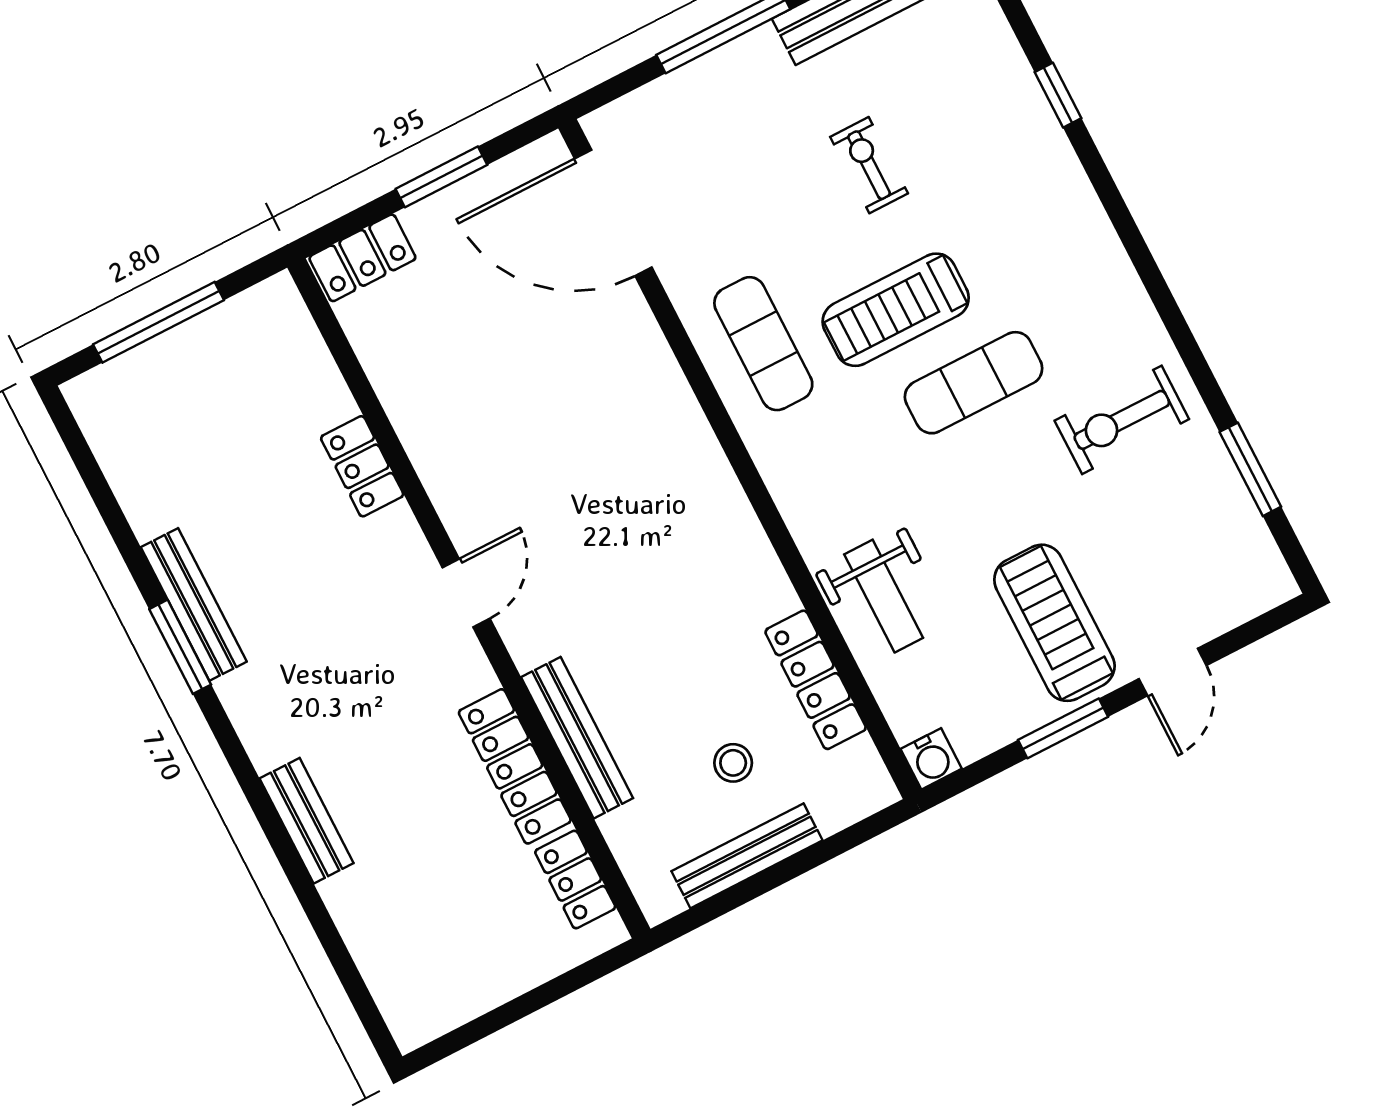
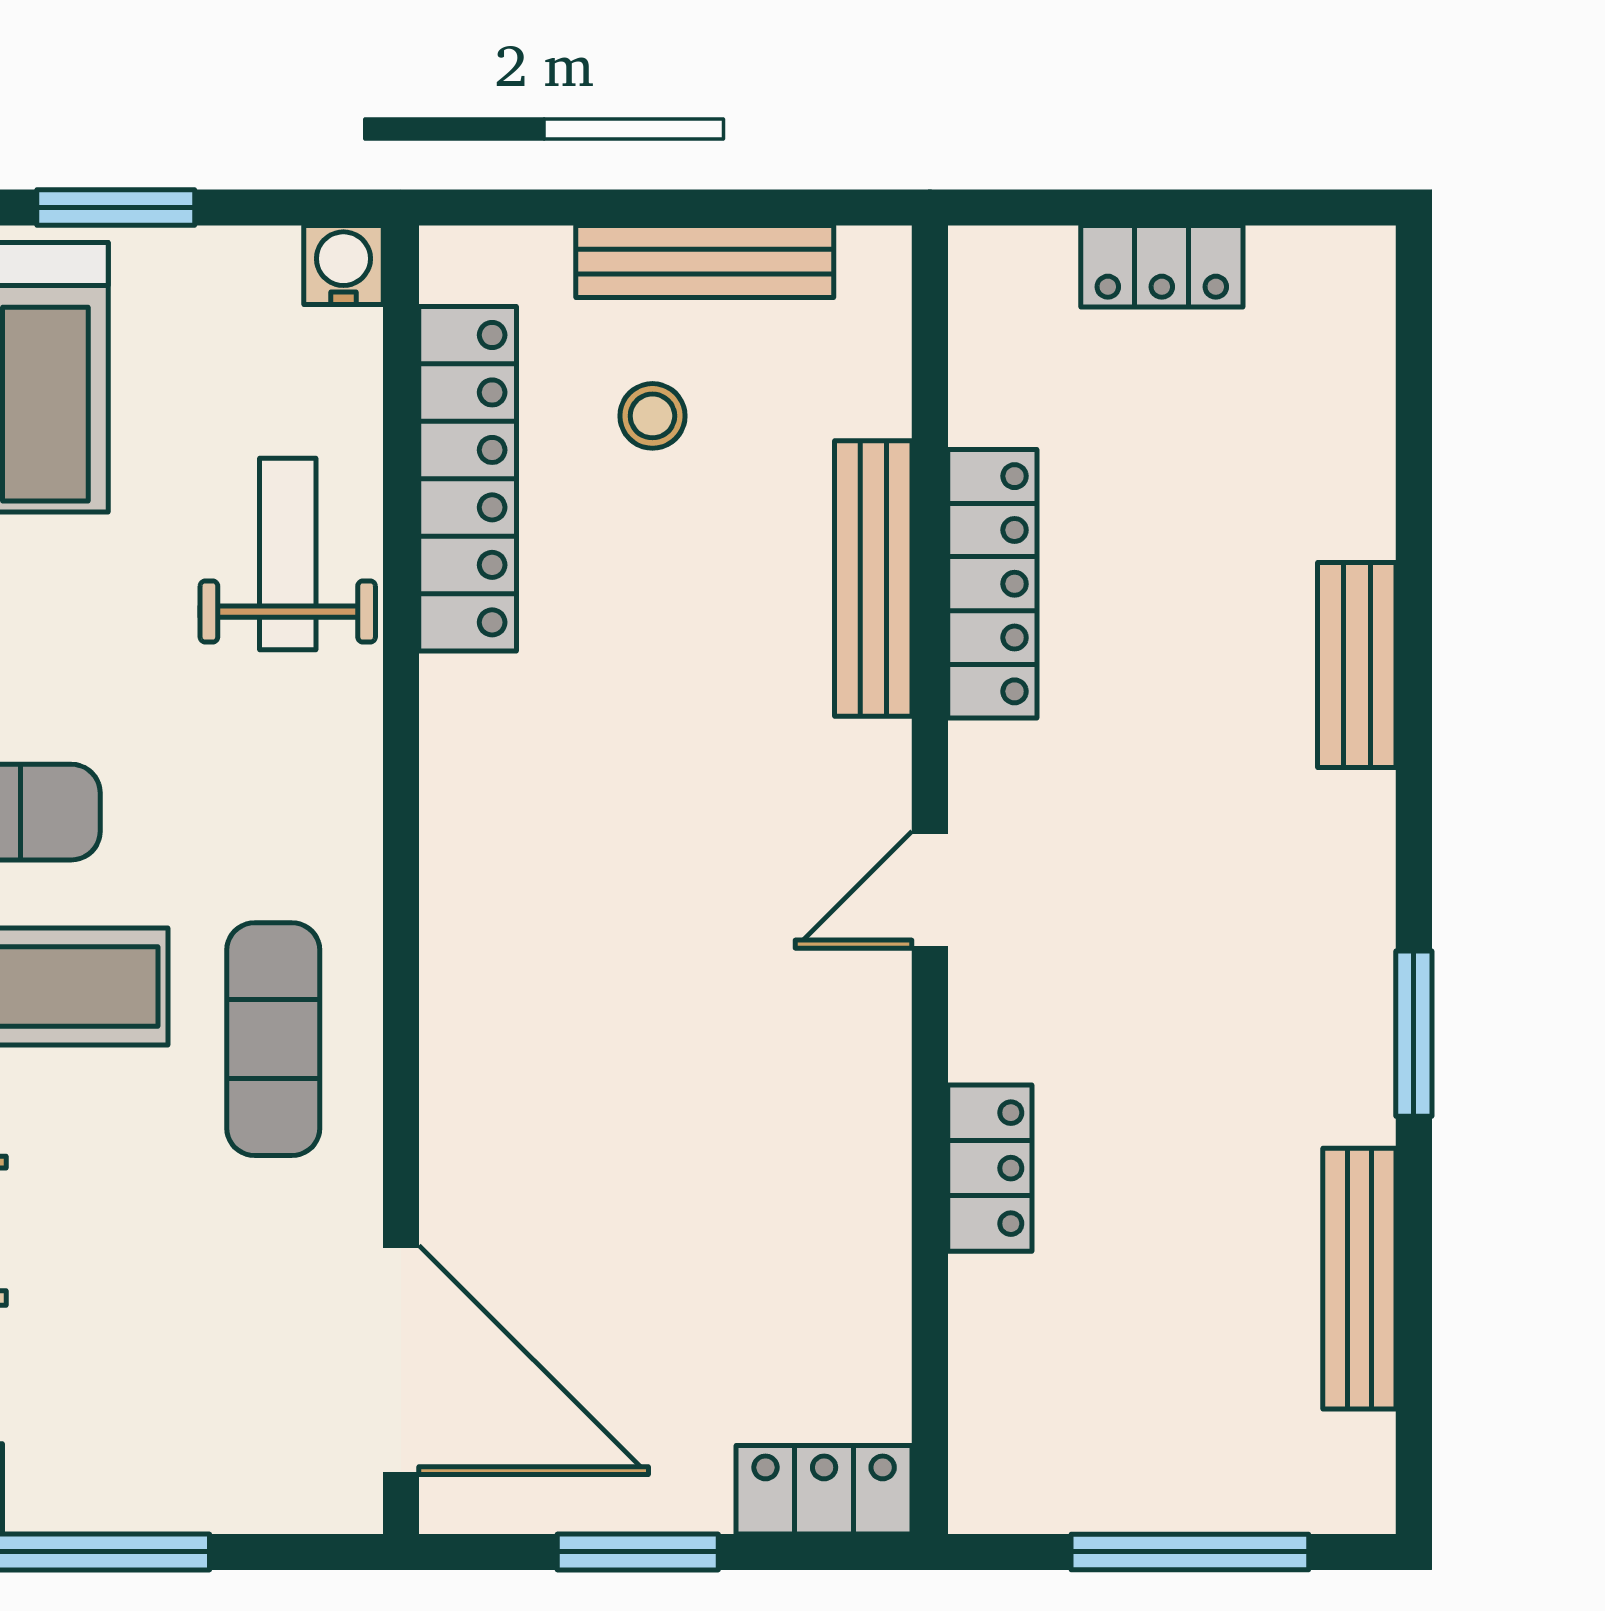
bench: (194, 604) -> (1359, 1279), moved
locker: (816, 680) -> (468, 479), width x1.41, depth x1.21
locker: (575, 879) -> (1162, 266), moved, turned 90

